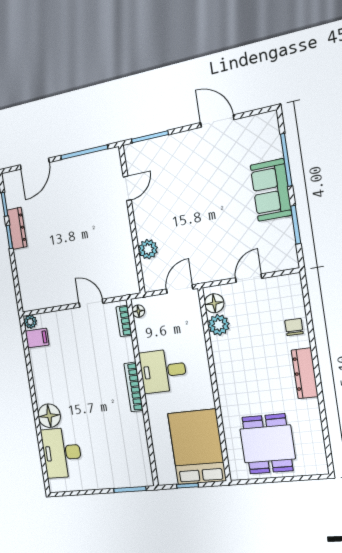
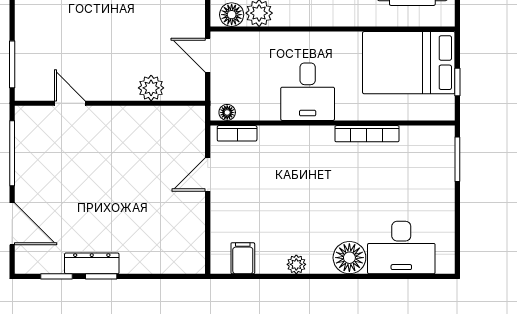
plant: (30, 322) -> (296, 264), moved
bookcase: (134, 387) -> (367, 134), moved

